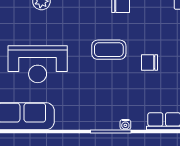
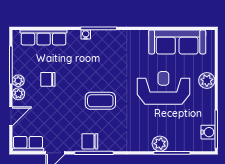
chair: (149, 63) -> (48, 79), moved, turned 180

